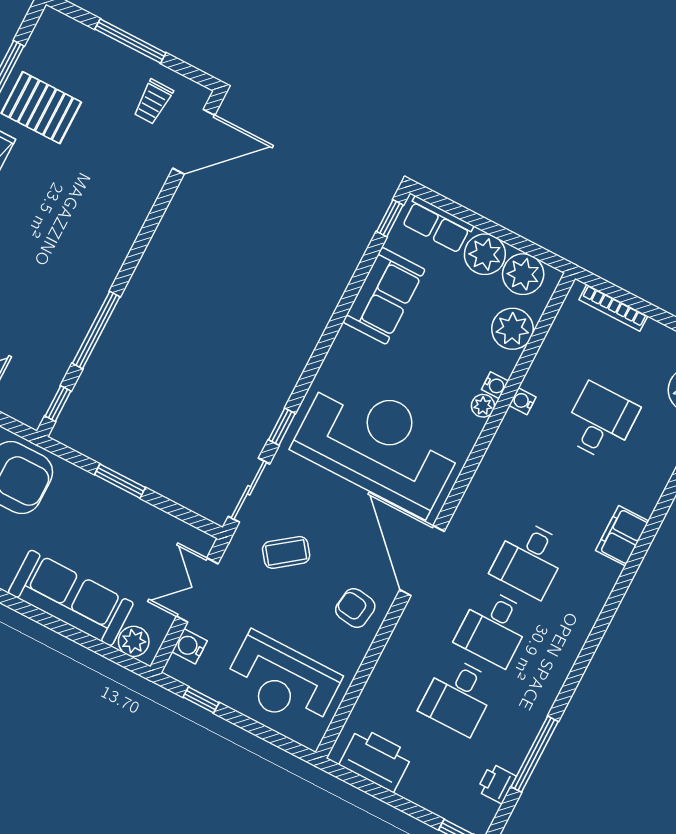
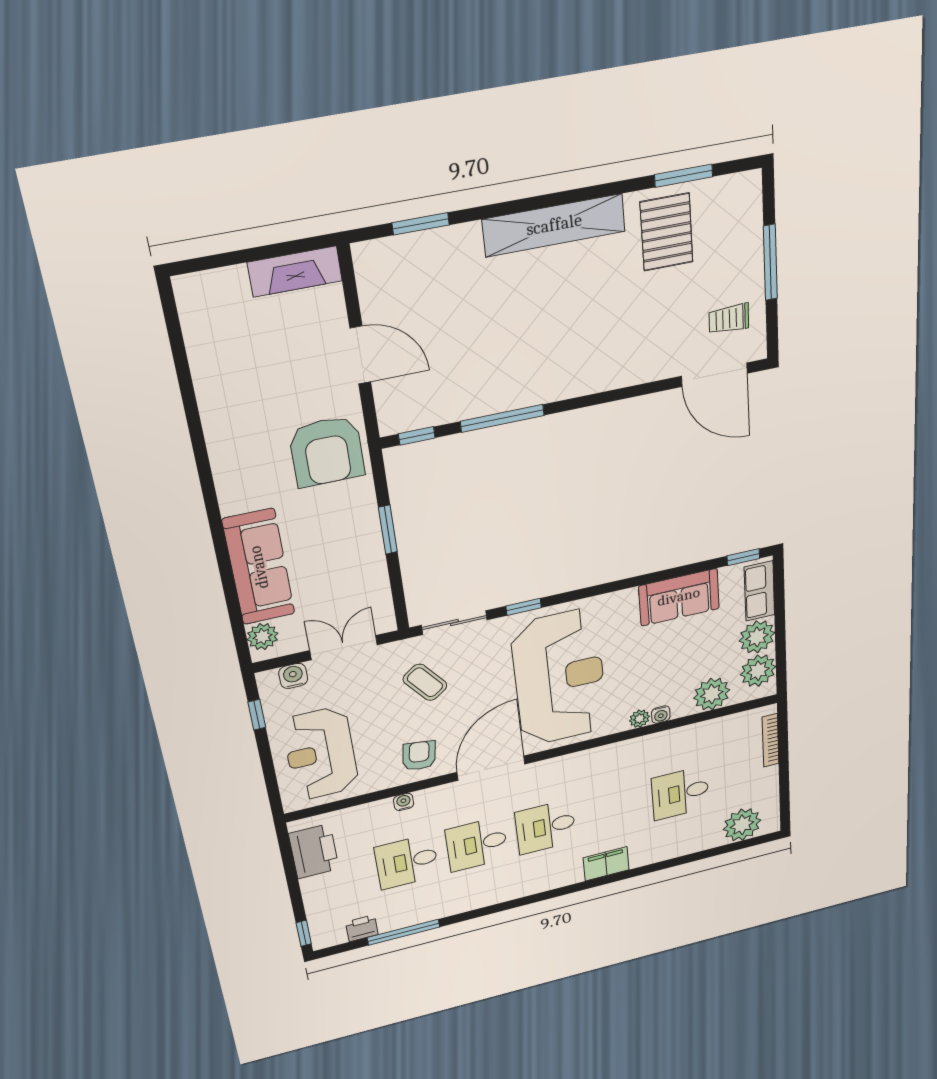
water cooler: (523, 401) -> (404, 802), moved
desk: (600, 422) -> (680, 793), turned 180

